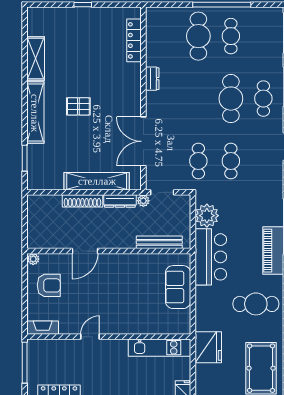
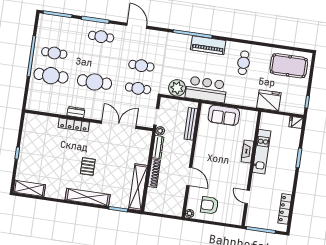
locker: (134, 40) -> (74, 125), moved
shelving: (36, 59) -> (29, 188), moved
cafe table: (231, 99) -> (94, 82), moved
double door: (143, 141) -> (119, 125), swing flipped
shelving: (97, 181) -> (138, 187), moved
armchair: (49, 285) -> (210, 205), turned -90
cafe table: (256, 304) -> (244, 63), width x0.73, depth x0.74
fireplace: (43, 328) -> (247, 151), moved
door: (90, 337) -> (247, 197), moved
kitchen unit: (159, 348) -> (262, 152), moved

